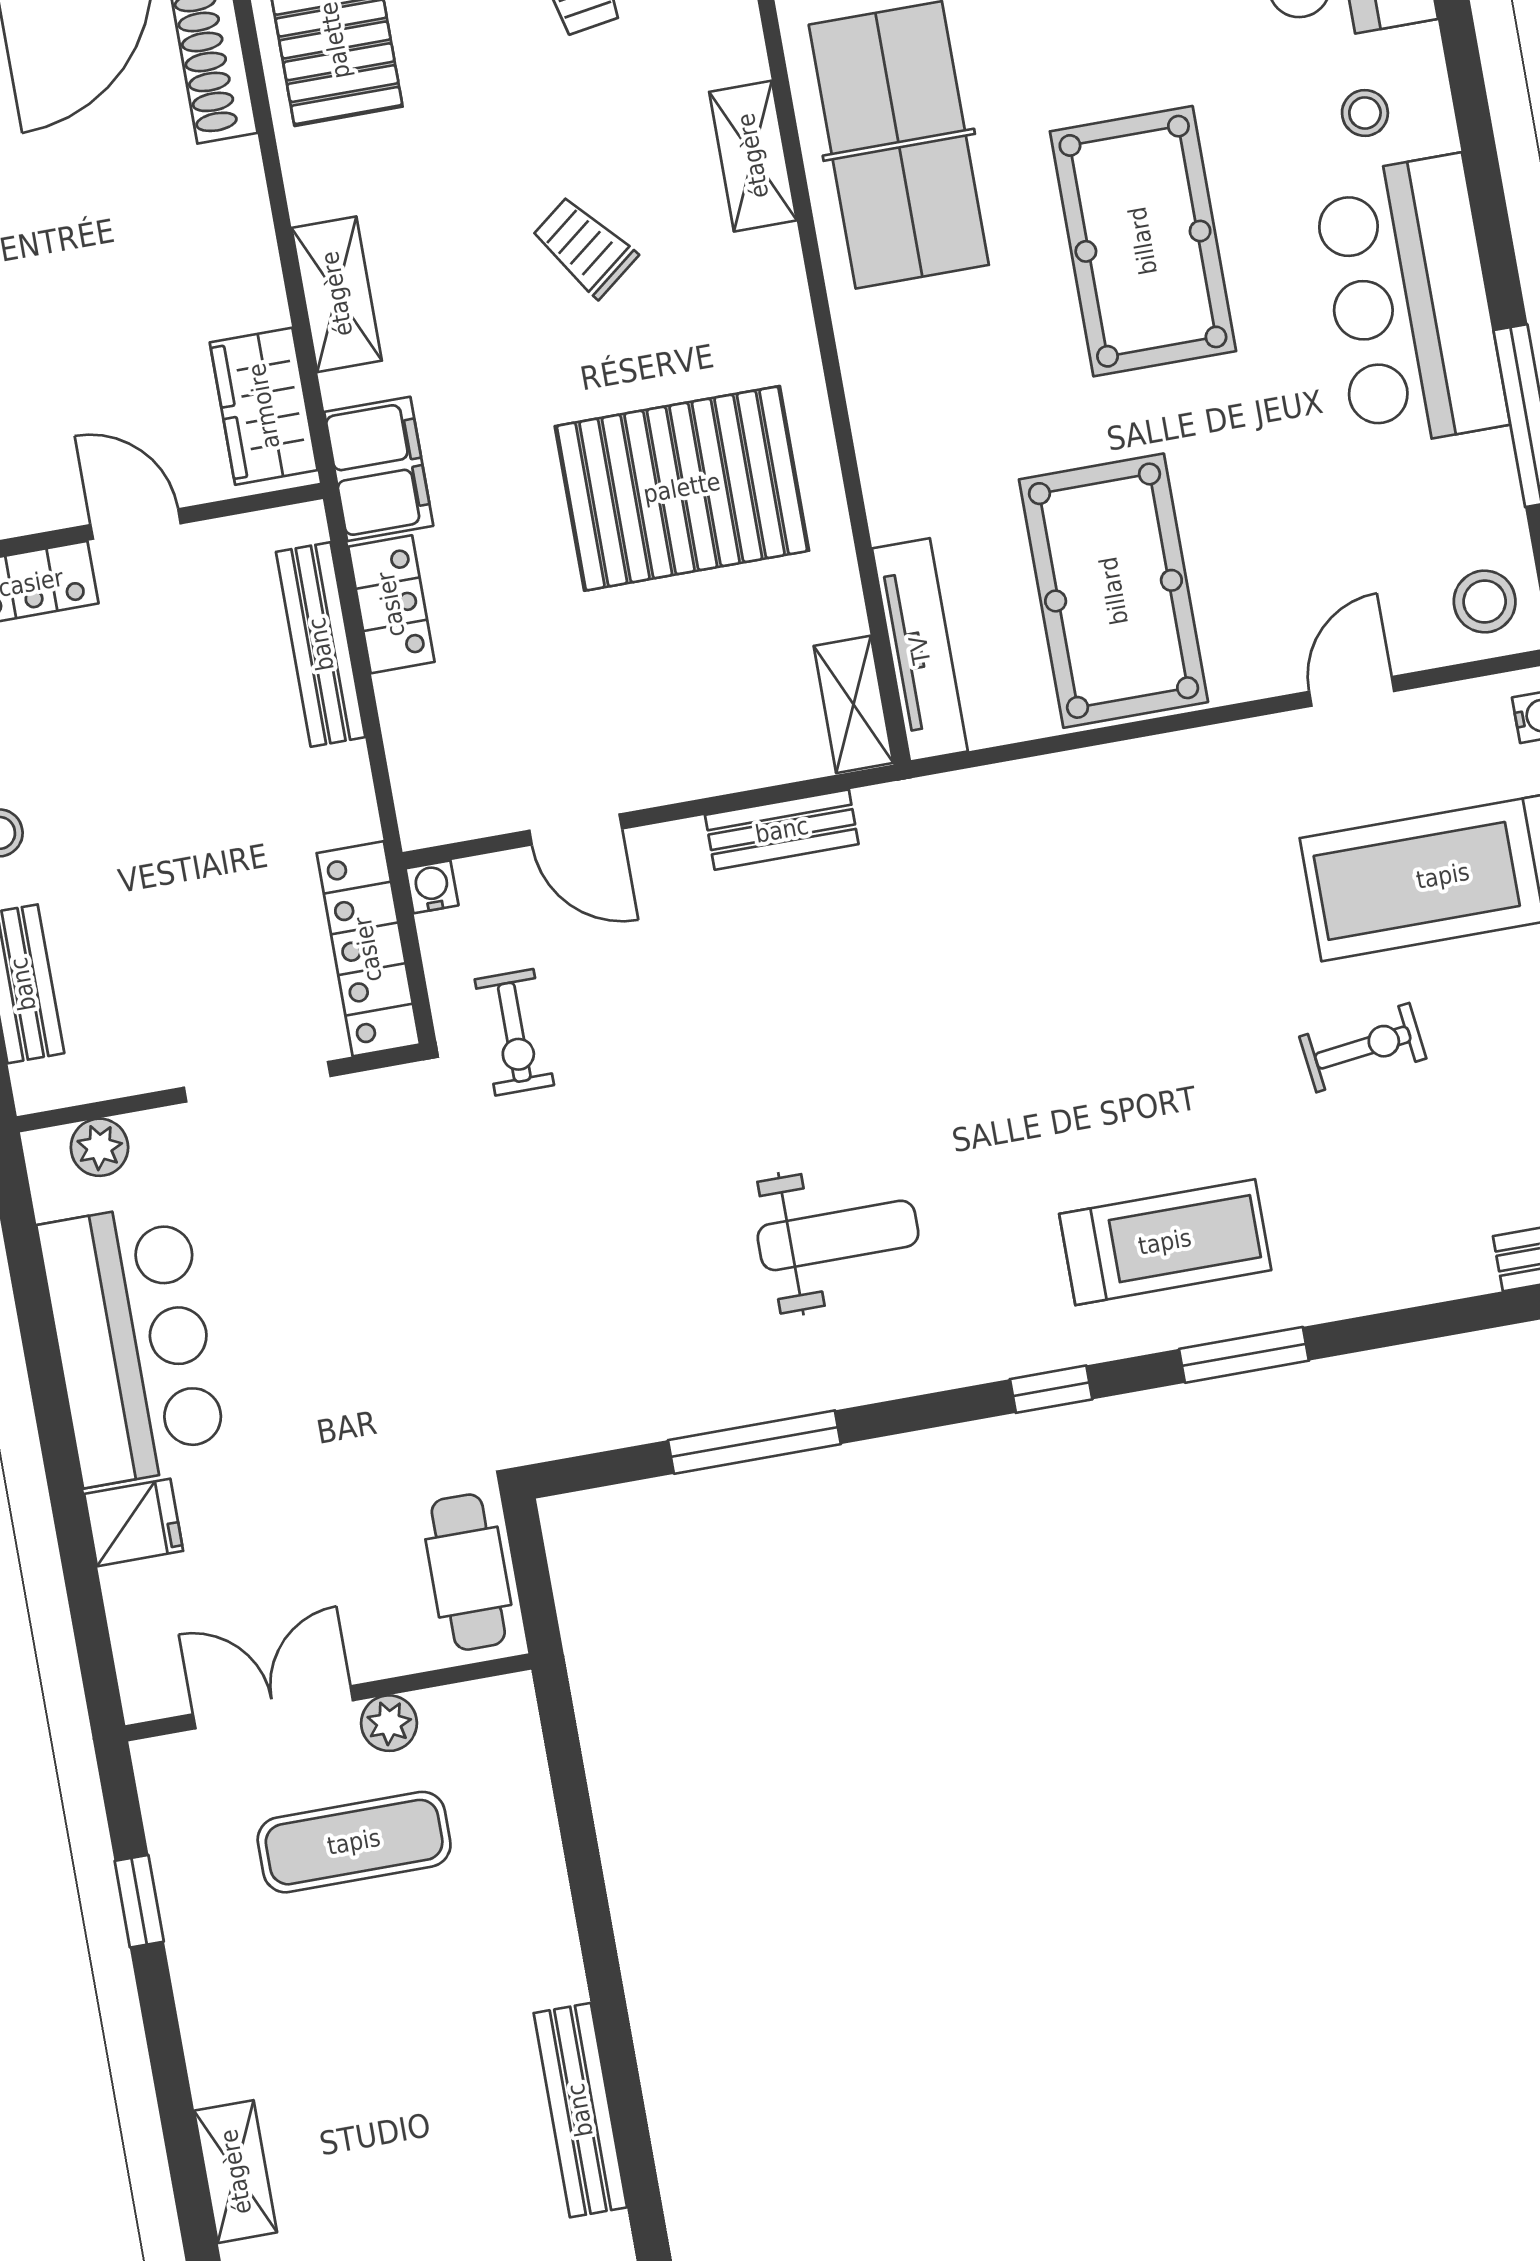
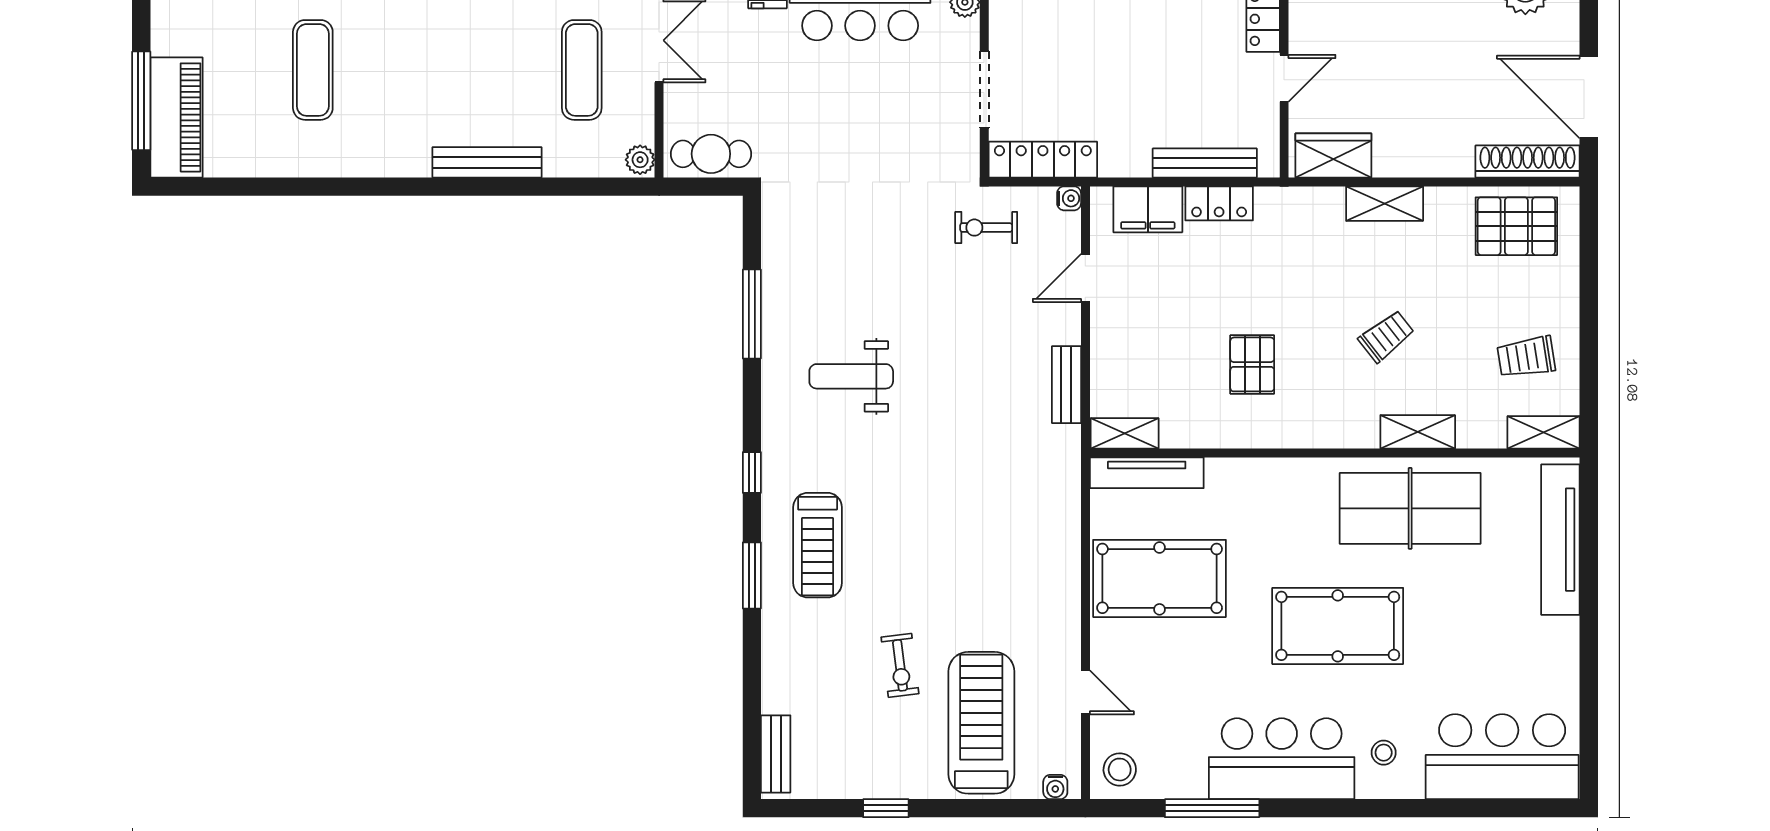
filing cabinet: (379, 469) -> (1148, 209), moved
pallet: (682, 488) -> (1252, 364), width x0.49, depth x0.50
weight bench: (838, 1235) -> (851, 376), turned 90
plant: (389, 1723) -> (640, 160), moved
bench: (580, 2110) -> (487, 162), moved

